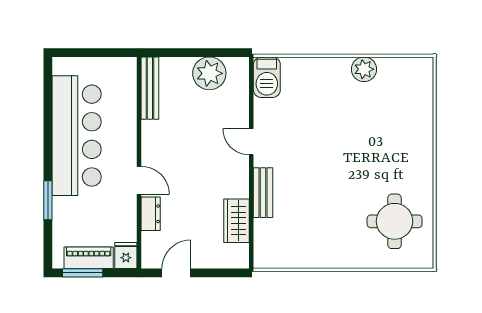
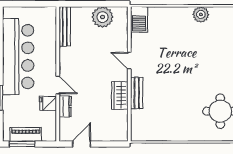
wardrobe: (237, 221) -> (120, 95), moved
fridge: (126, 255) -> (48, 103), moved, turned -90

